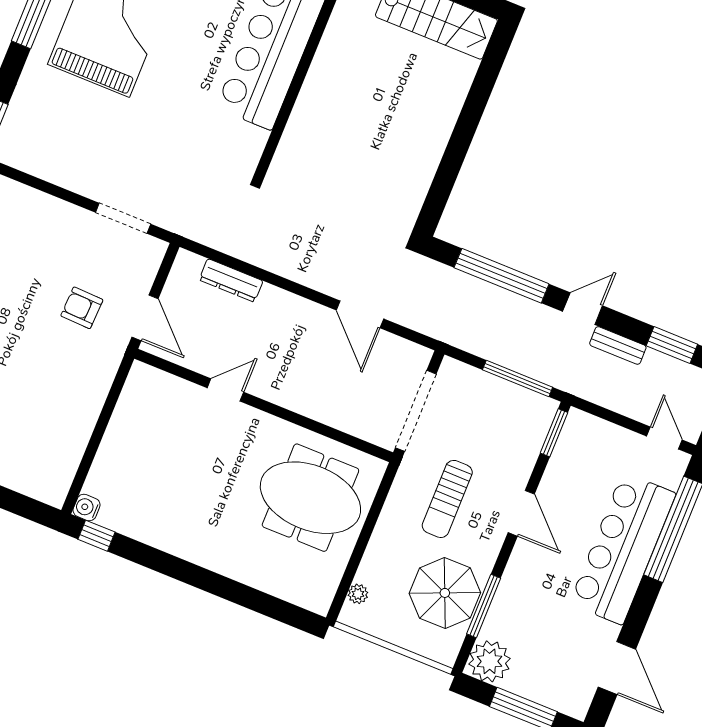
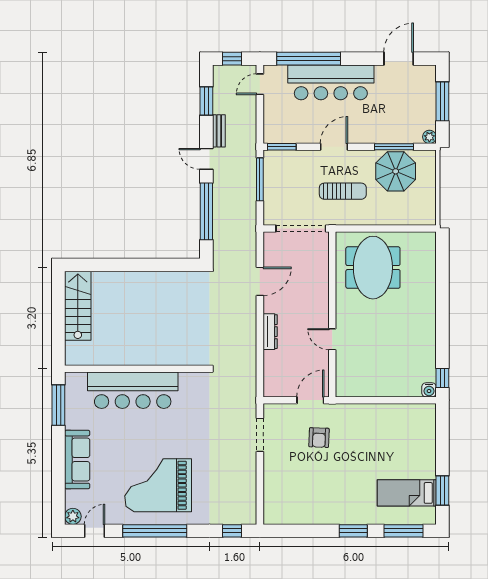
dresser: (231, 280) -> (270, 332), moved
plant: (358, 594) -> (416, 219), removed
plant: (489, 661) -> (429, 137), width x0.53, depth x0.53

